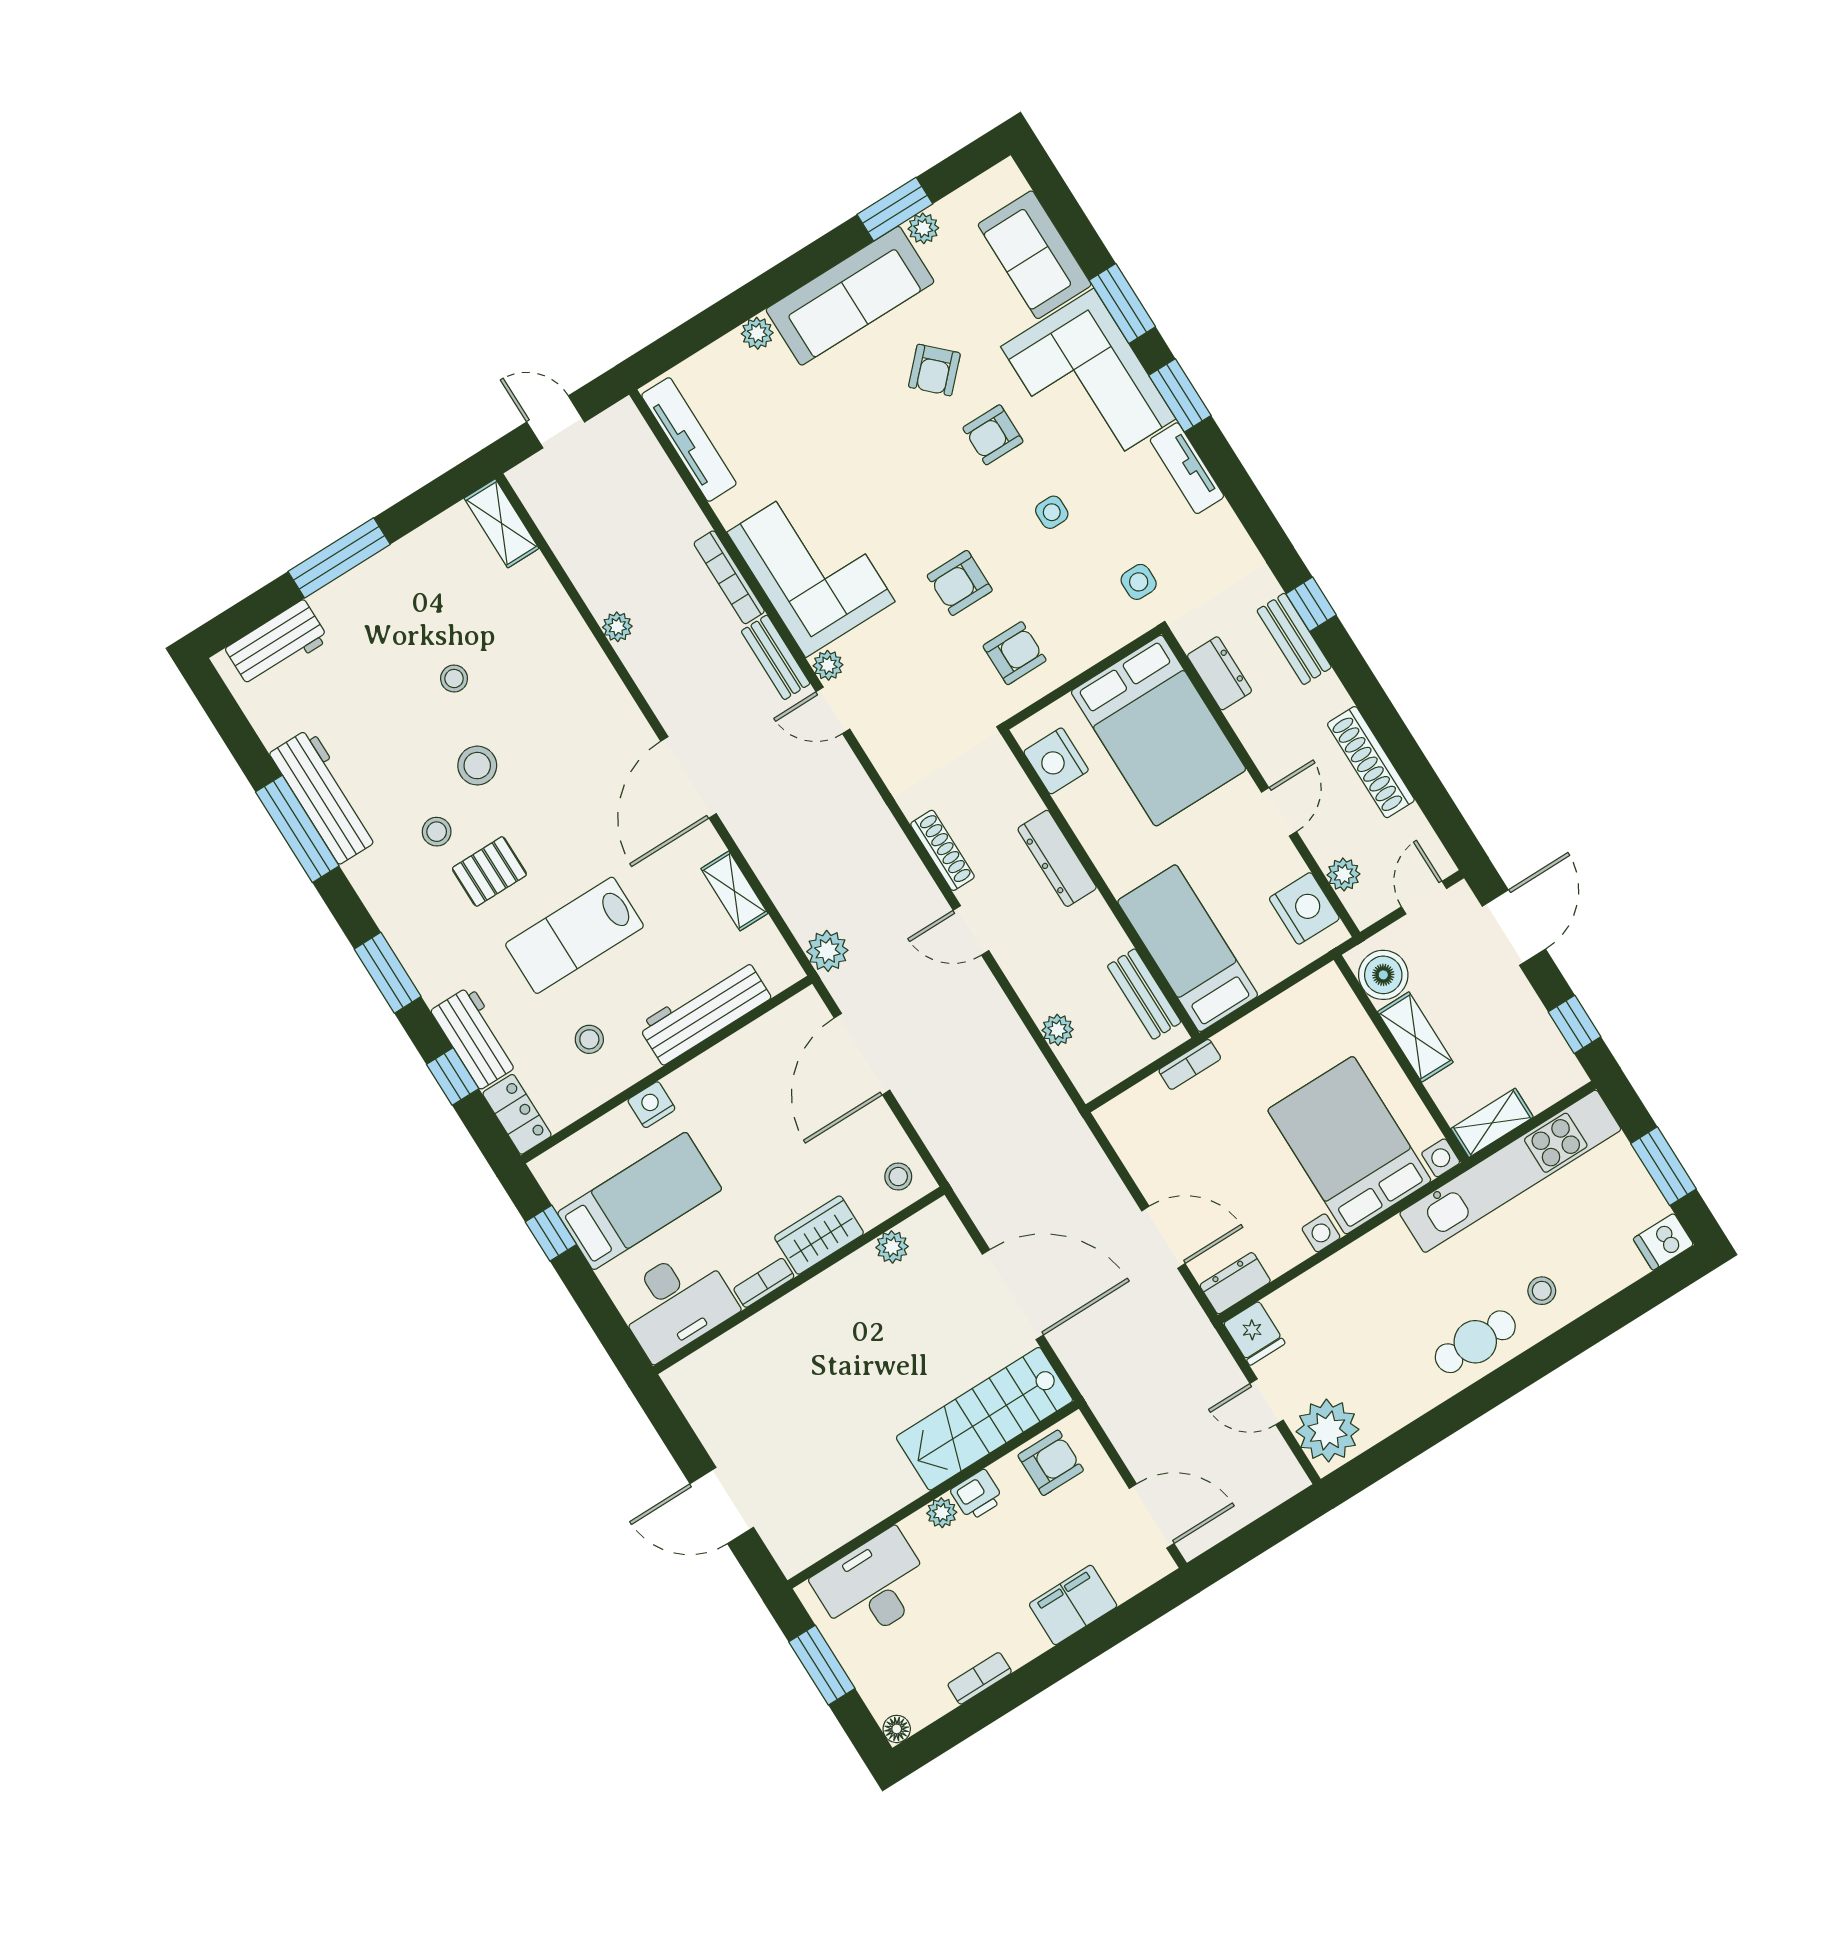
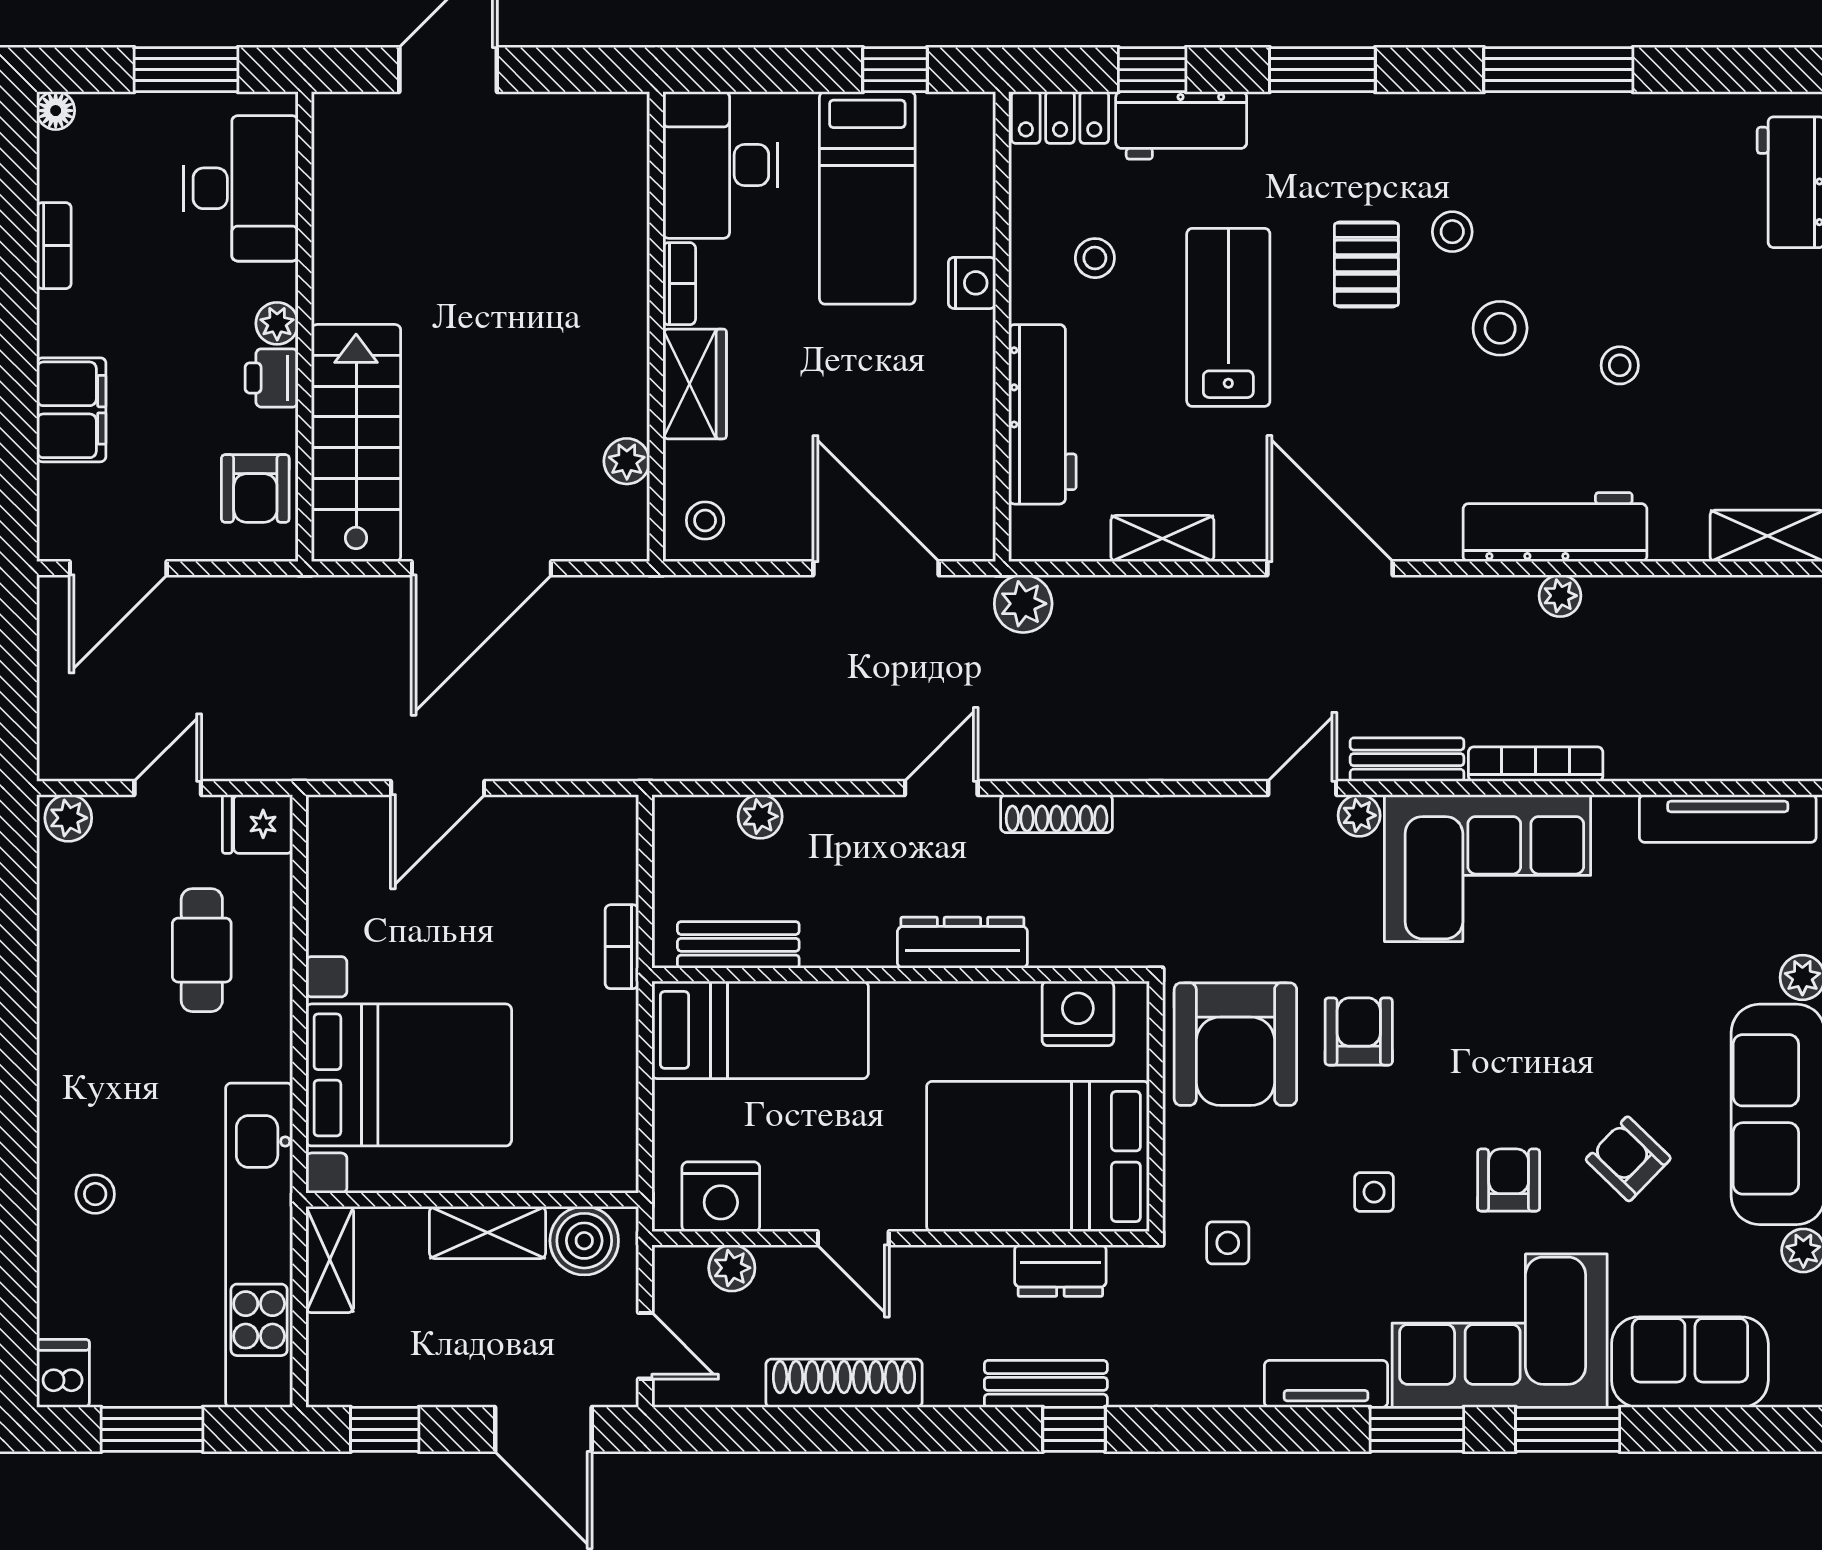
armchair: (1015, 653) -> (1235, 1044), width x1.88, depth x1.88
workbench: (325, 796) -> (1555, 527), moved, turned 180
dresser: (1235, 1283) -> (331, 838), removed
cafe table: (1475, 1342) -> (202, 950), moved
plant: (1328, 1431) -> (68, 818), width x0.53, depth x0.53

